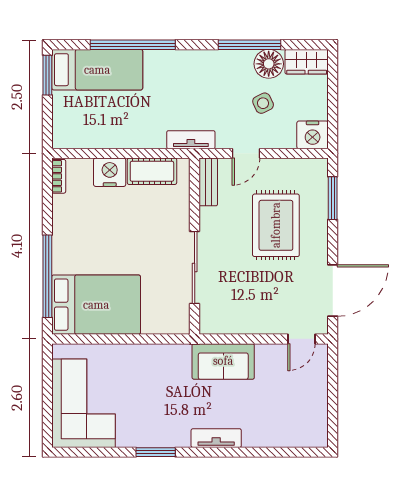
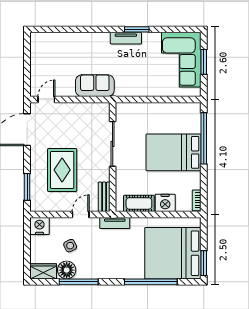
bed: (97, 70) -> (173, 253), width x2.04
bed: (96, 305) -> (174, 152), moved
window: (47, 400) -> (204, 62), added
tv unit: (216, 438) -> (126, 38), moved

